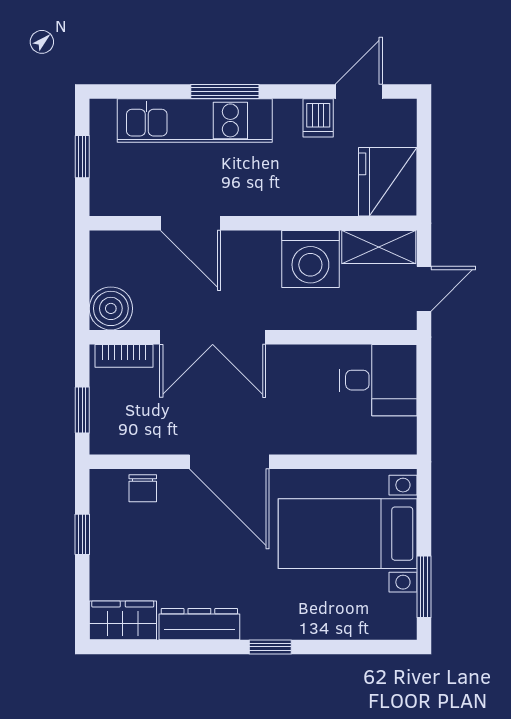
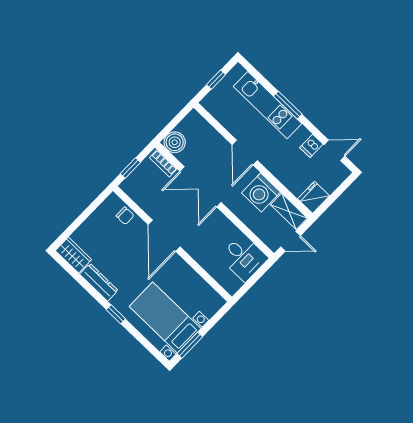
fridge: (388, 182) -> (314, 197), width x0.73, depth x0.75
door: (190, 223) -> (245, 153), moved
chair: (143, 488) -> (125, 216), turned -90
window: (82, 534) -> (88, 211), removed
bed with nightstands: (348, 534) -> (165, 317), moved

